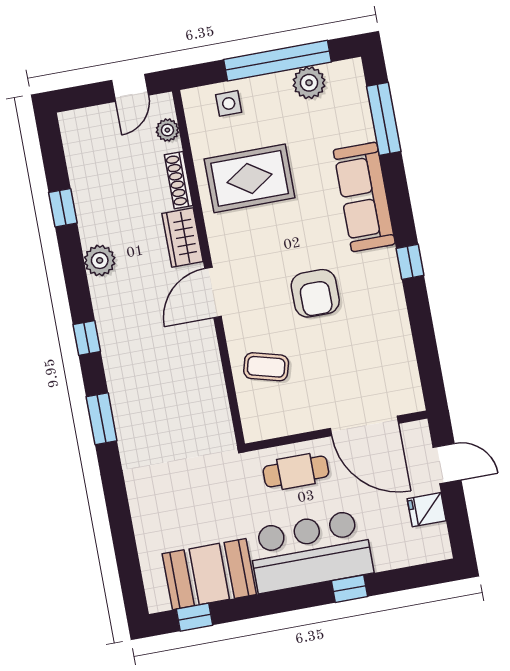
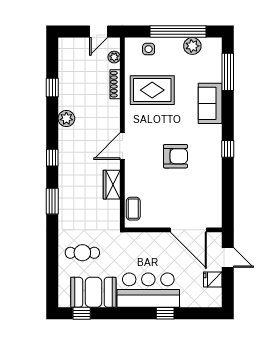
sofa: (364, 197) -> (210, 103), width x0.73
wardrobe: (182, 238) -> (112, 185), moved
armchair: (315, 293) -> (175, 156), turned -90
coffee table: (266, 367) -> (133, 209), moved, turned 75
cafe table: (296, 472) -> (82, 253), moved

